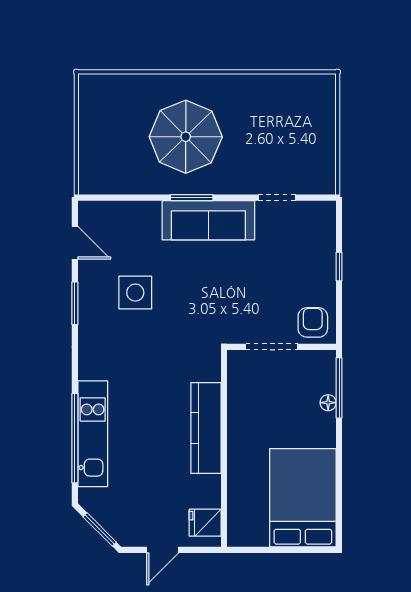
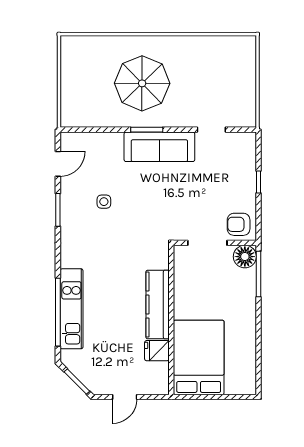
door: (75, 243) -> (58, 164), hinge flipped
side table: (135, 293) -> (104, 202), width x0.54, depth x0.54
armchair: (313, 322) -> (239, 224), turned -90
floor lamp: (328, 403) -> (245, 257), moved, width x1.89, depth x1.89
bed: (303, 498) -> (199, 357), moved
fridge: (205, 523) -> (157, 351), moved

